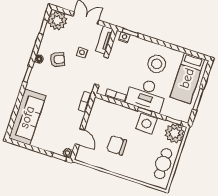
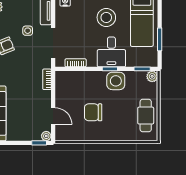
desk: (146, 95) -> (111, 52), width x0.73
plant: (175, 133) -> (152, 76), width x0.53, depth x0.53

